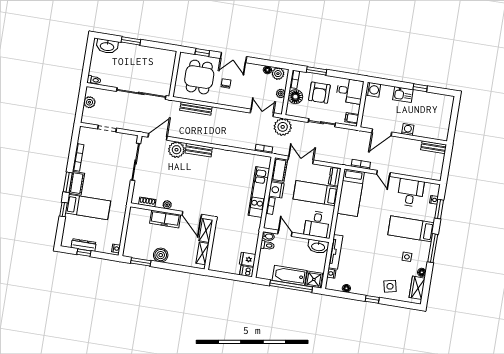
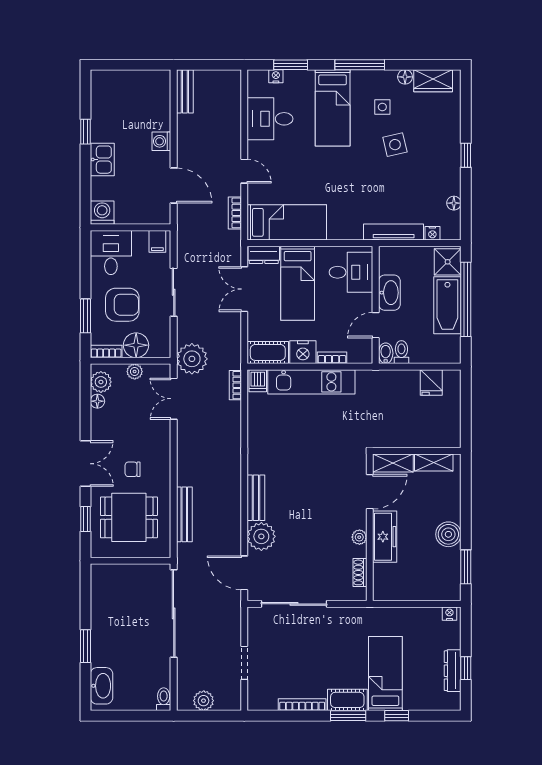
double door: (301, 160) -> (244, 289), moved
door: (383, 173) -> (244, 171), hinge flipped
washbasin: (318, 247) -> (389, 293), moved
dishwasher: (247, 271) -> (258, 381), moved
side table: (390, 286) -> (395, 145), moved

